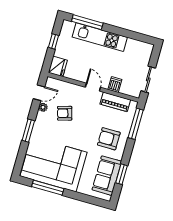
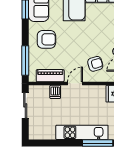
door: (93, 87) -> (75, 84), swing flipped
armchair: (65, 113) -> (95, 64), moved

